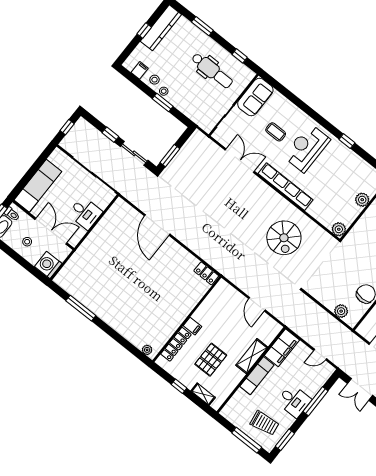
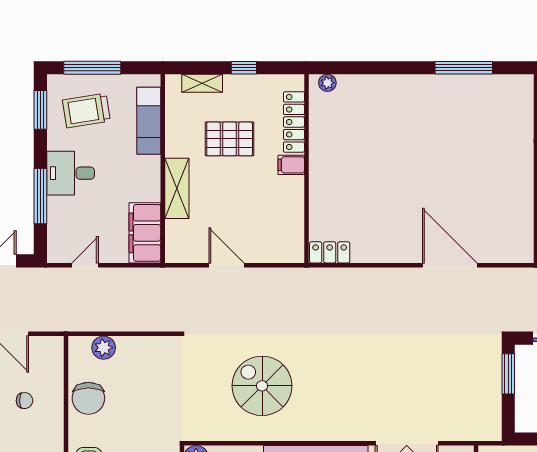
pallet: (211, 360) -> (230, 139), turned 90
exam couch: (257, 376) -> (149, 121), moved

